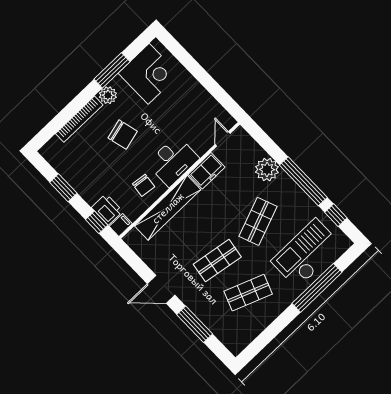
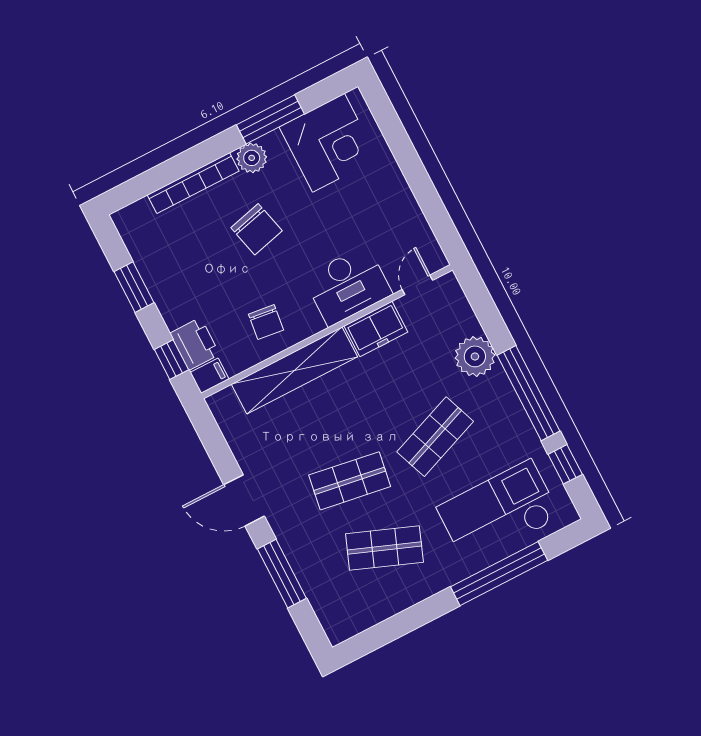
desk: (173, 161) -> (348, 285), moved

